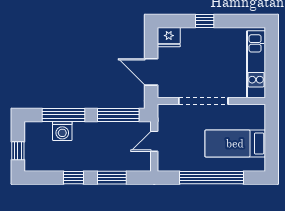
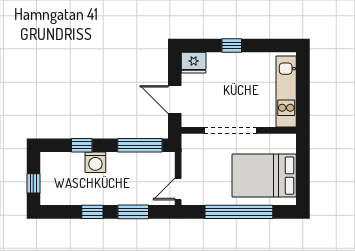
window: (63, 115) -> (82, 145), width x0.46
washing machine: (62, 131) -> (95, 162), moved
door: (154, 141) -> (178, 189), moved
bed: (235, 144) -> (264, 176), width x1.50

